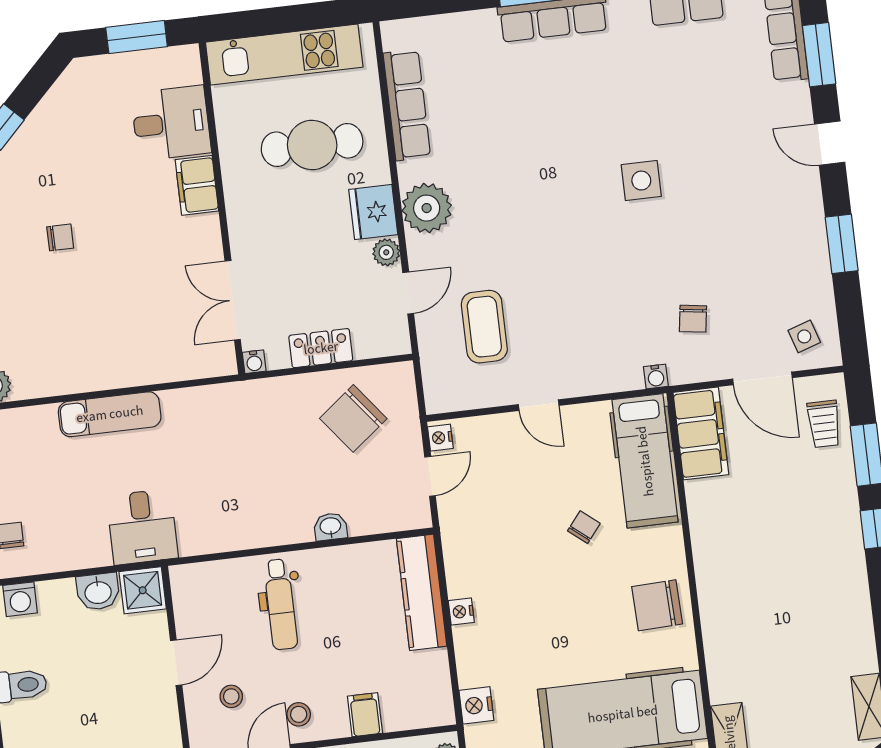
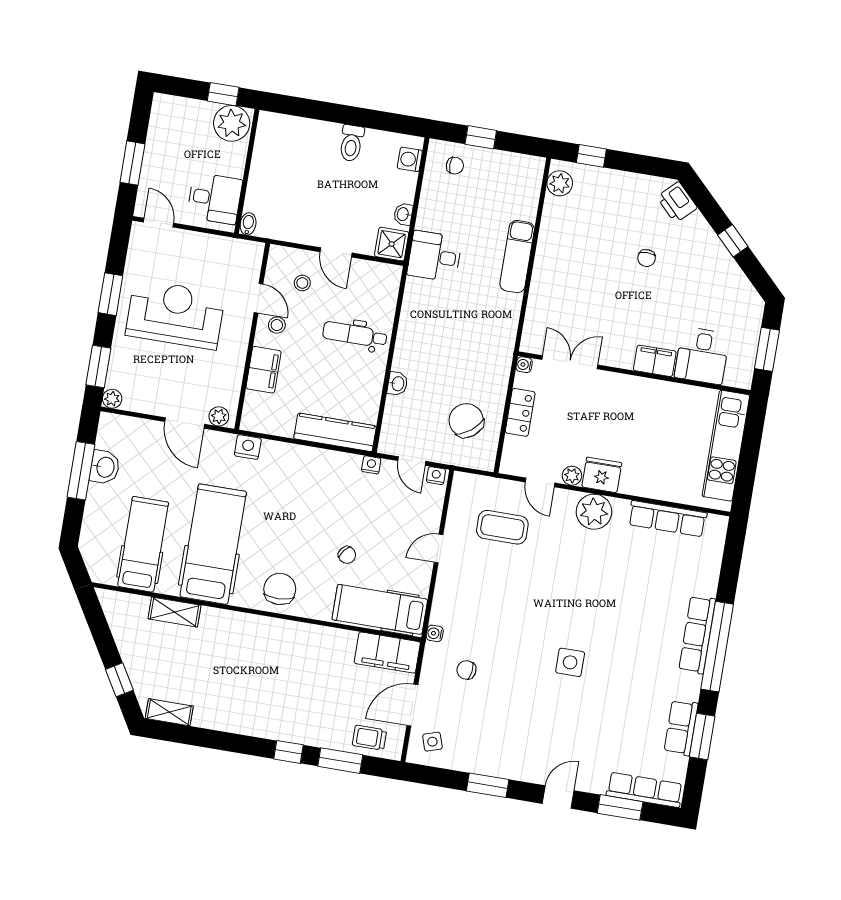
cafe table: (312, 145) -> (659, 447), removed
washbasin: (98, 592) -> (403, 214), width x0.72, depth x0.69
nightstand: (461, 612) -> (371, 465), moved
filing cabinet: (365, 715) -> (264, 370), width x2.00

